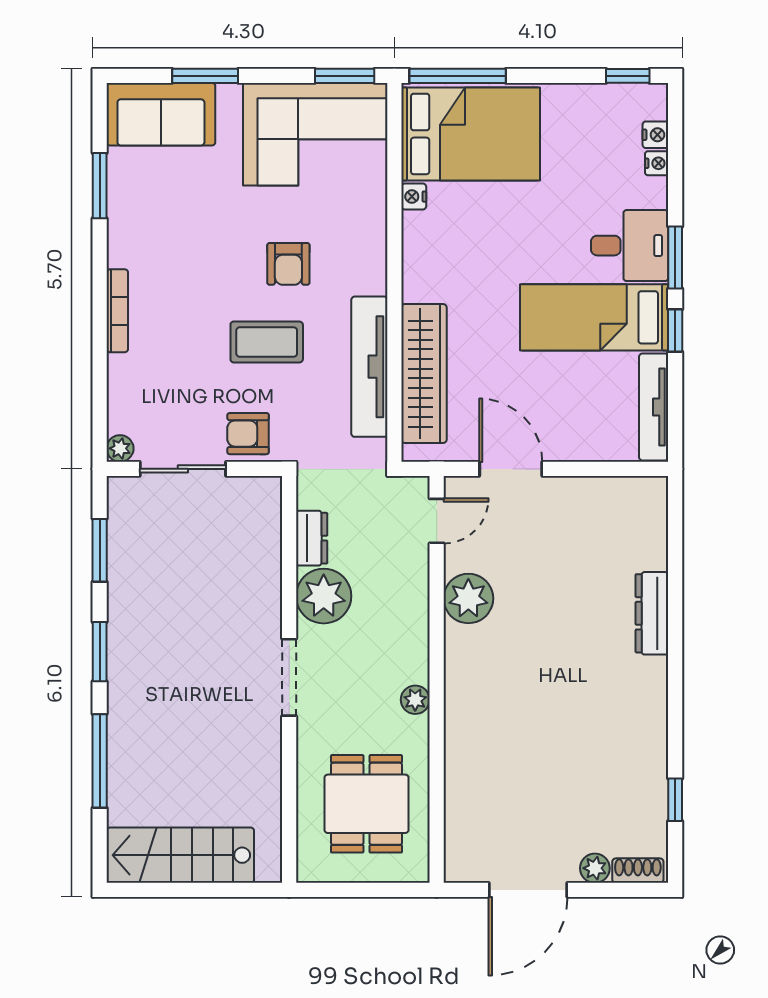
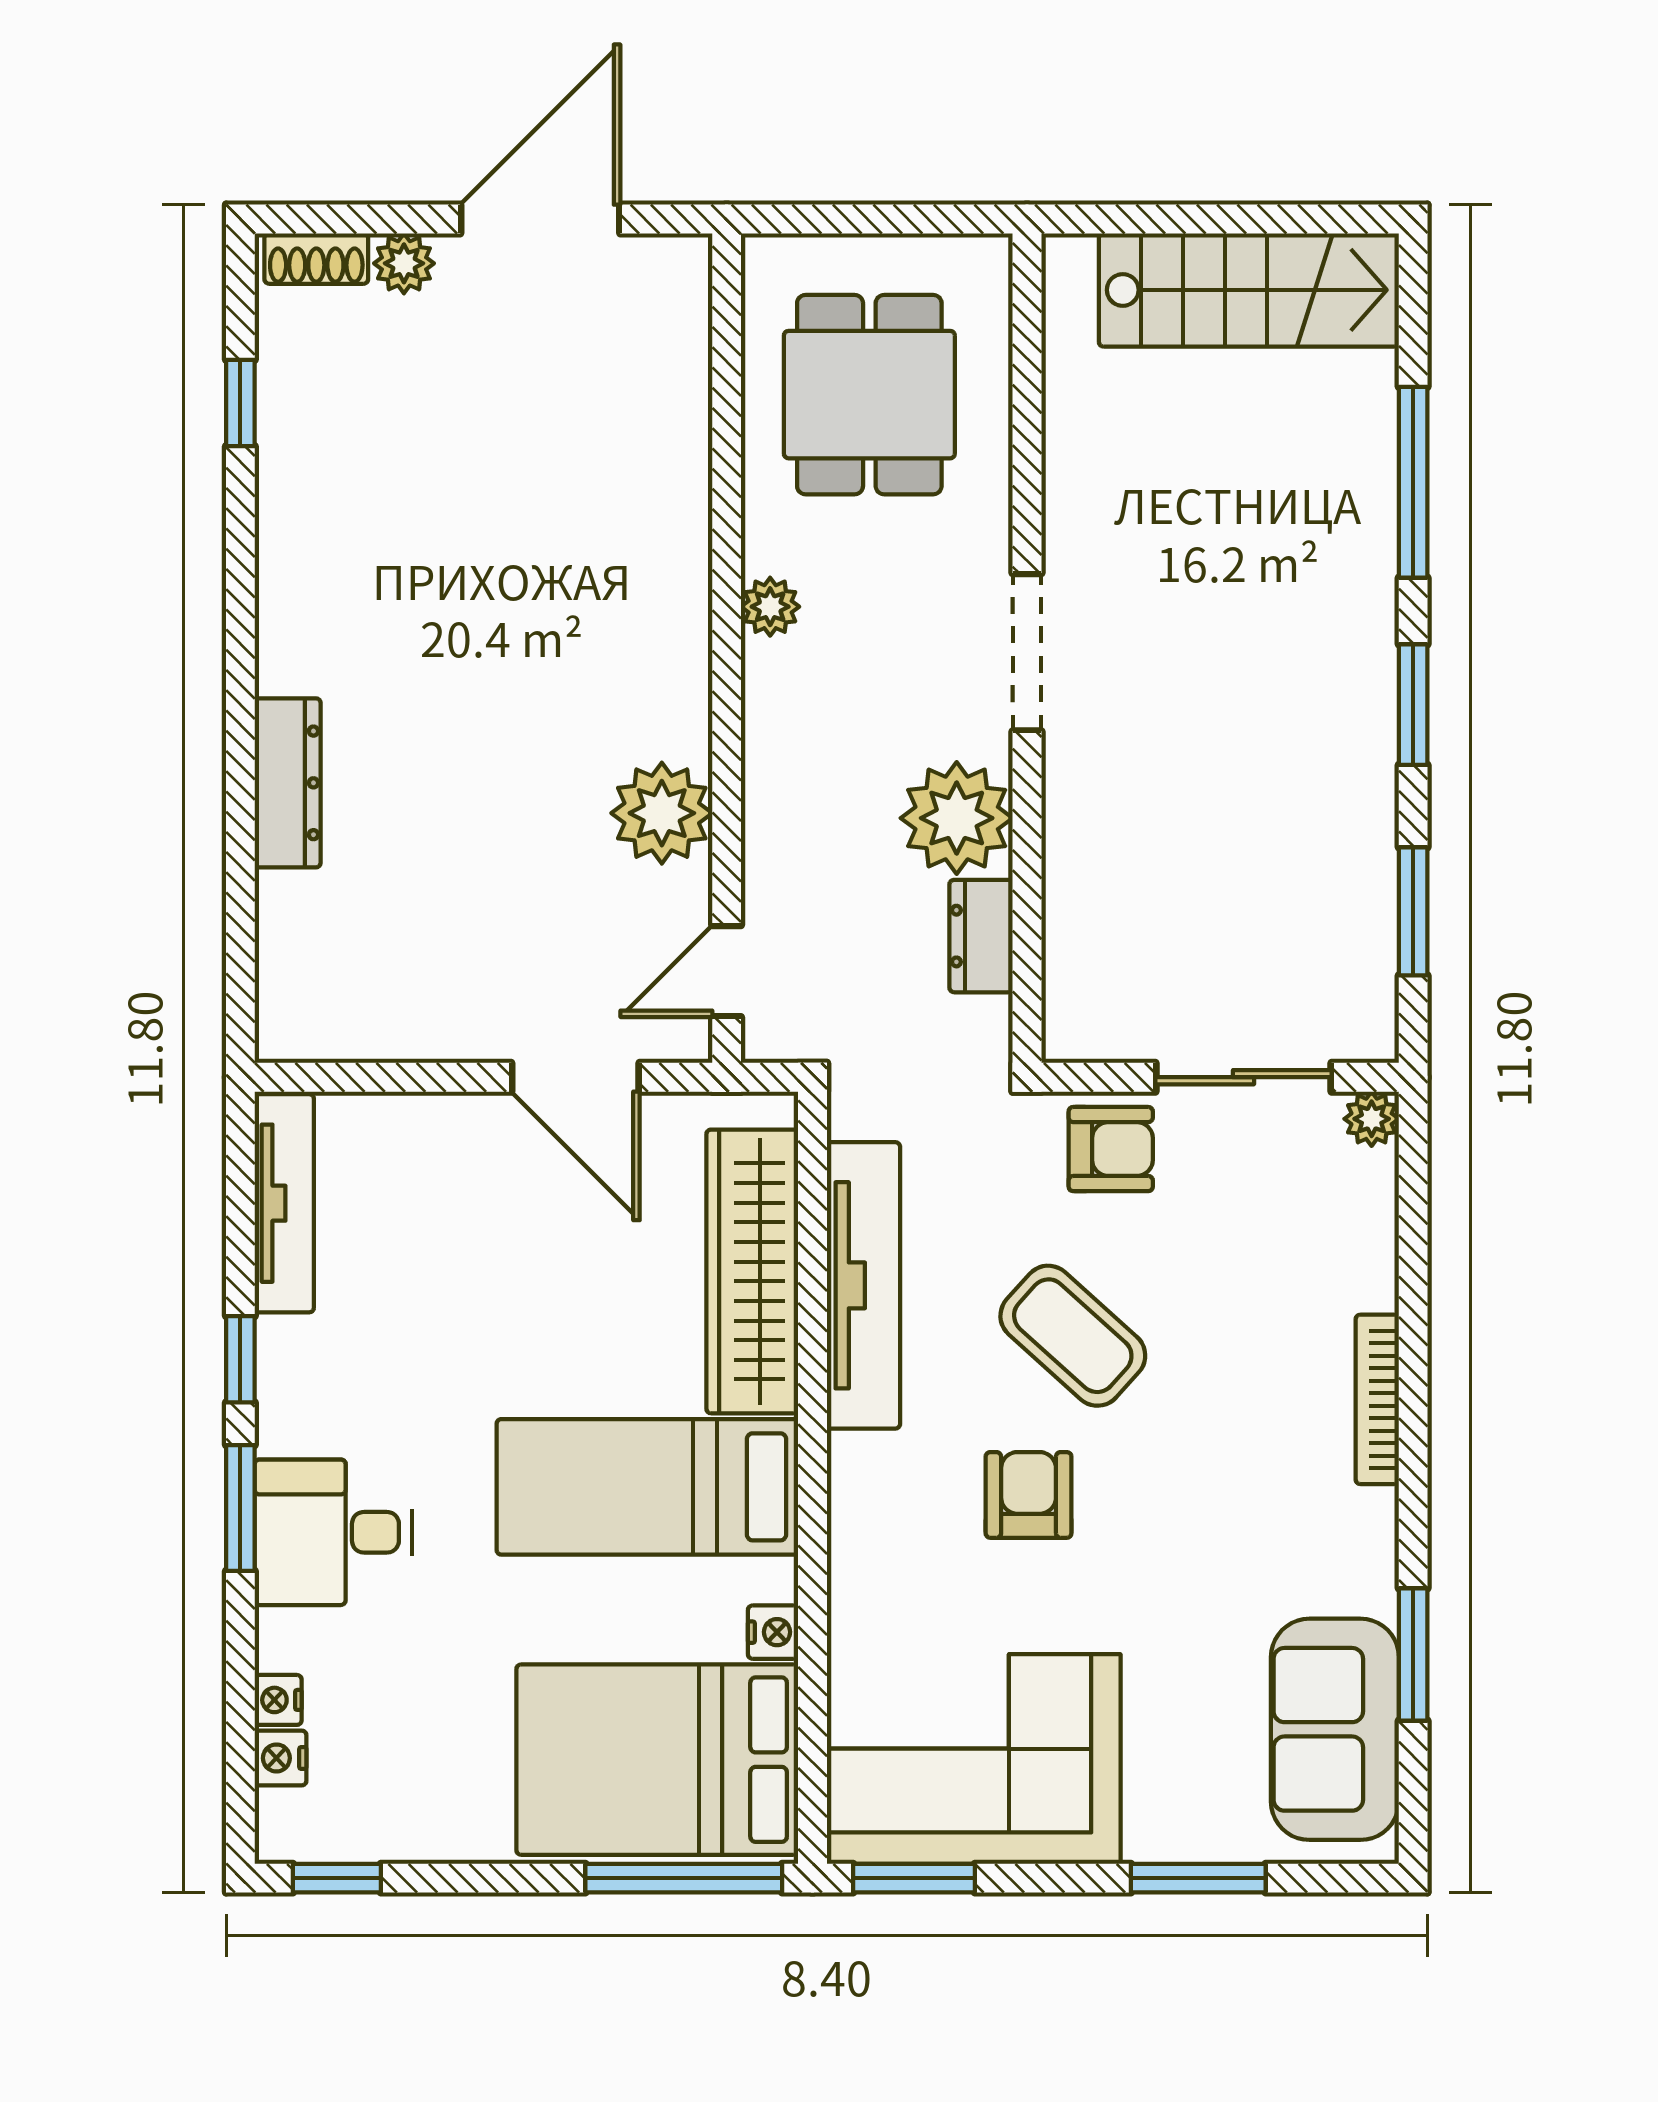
sofa: (161, 114) -> (1335, 1729), moved, turned -90
bed: (594, 317) -> (647, 1487), moved, turned 180
coffee table: (267, 342) -> (1073, 1336), turned 42

